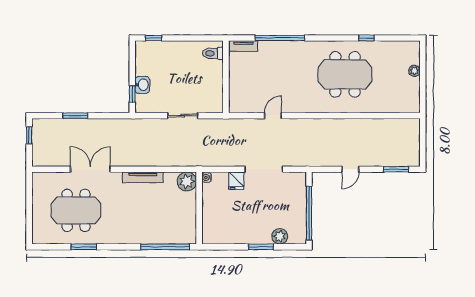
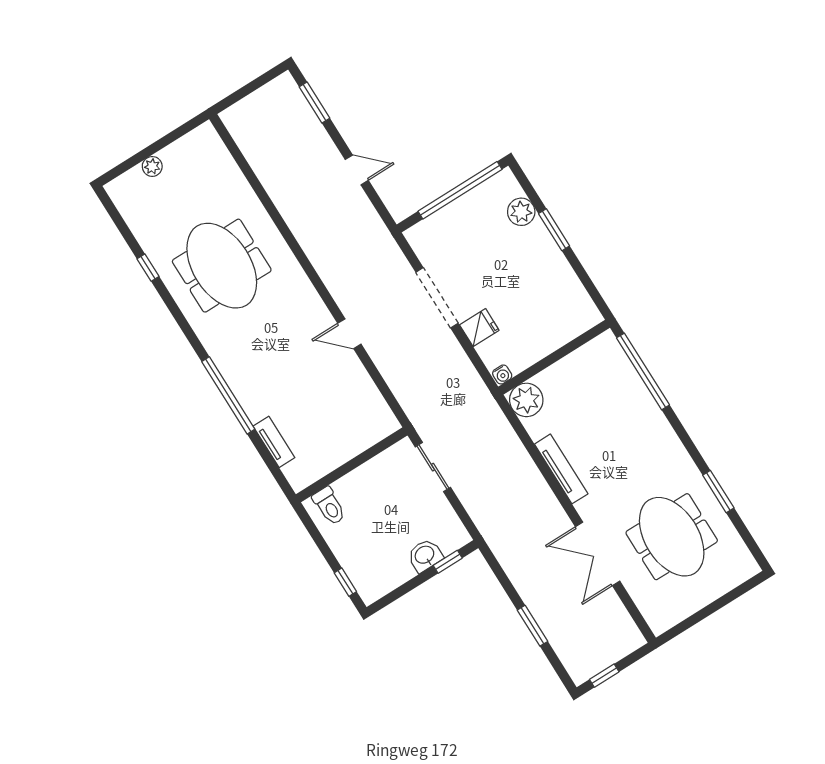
toilet: (213, 53) -> (329, 506), moved
wall: (226, 77) -> (352, 465), moved

